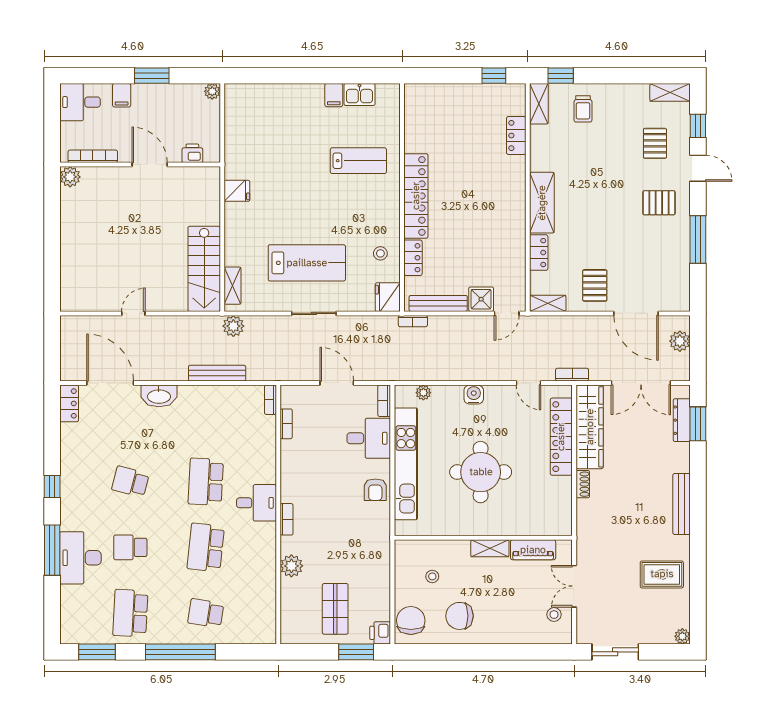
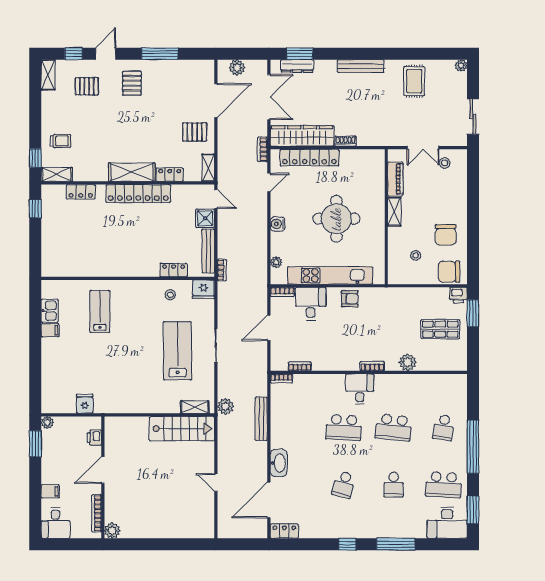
window: (152, 76) -> (35, 444), moved
fridge: (237, 191) -> (85, 404), moved
locker: (416, 196) -> (138, 194), moved, turned 180
desk: (80, 558) -> (447, 523), moved

